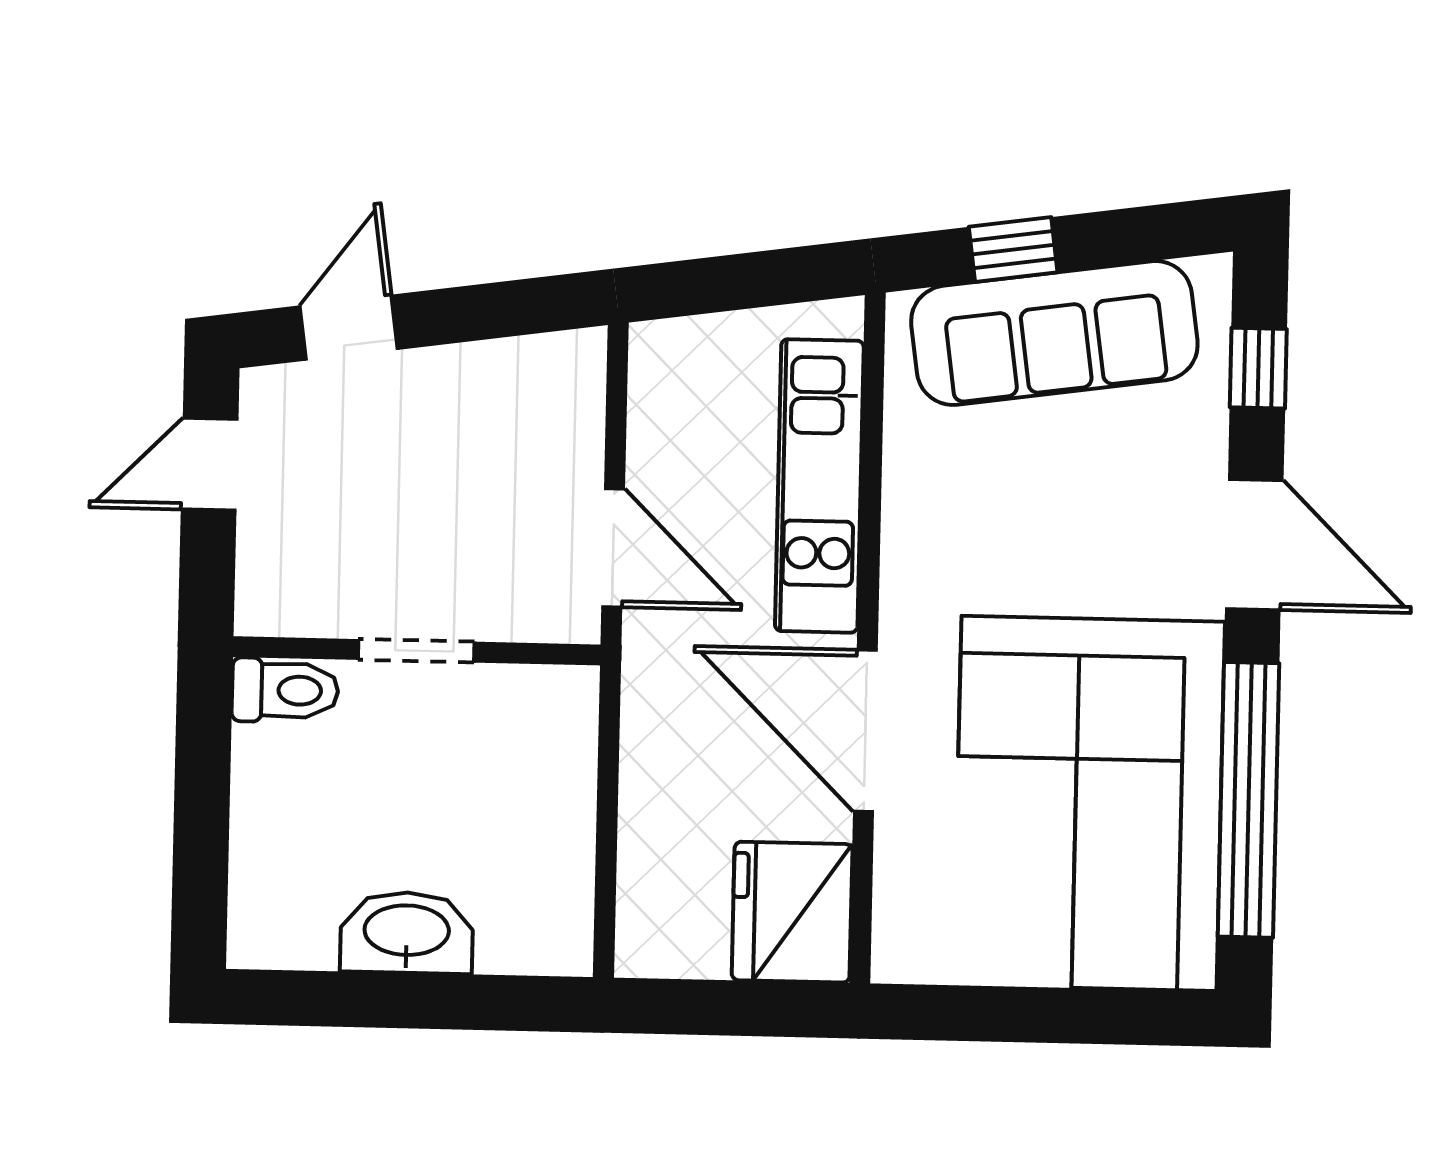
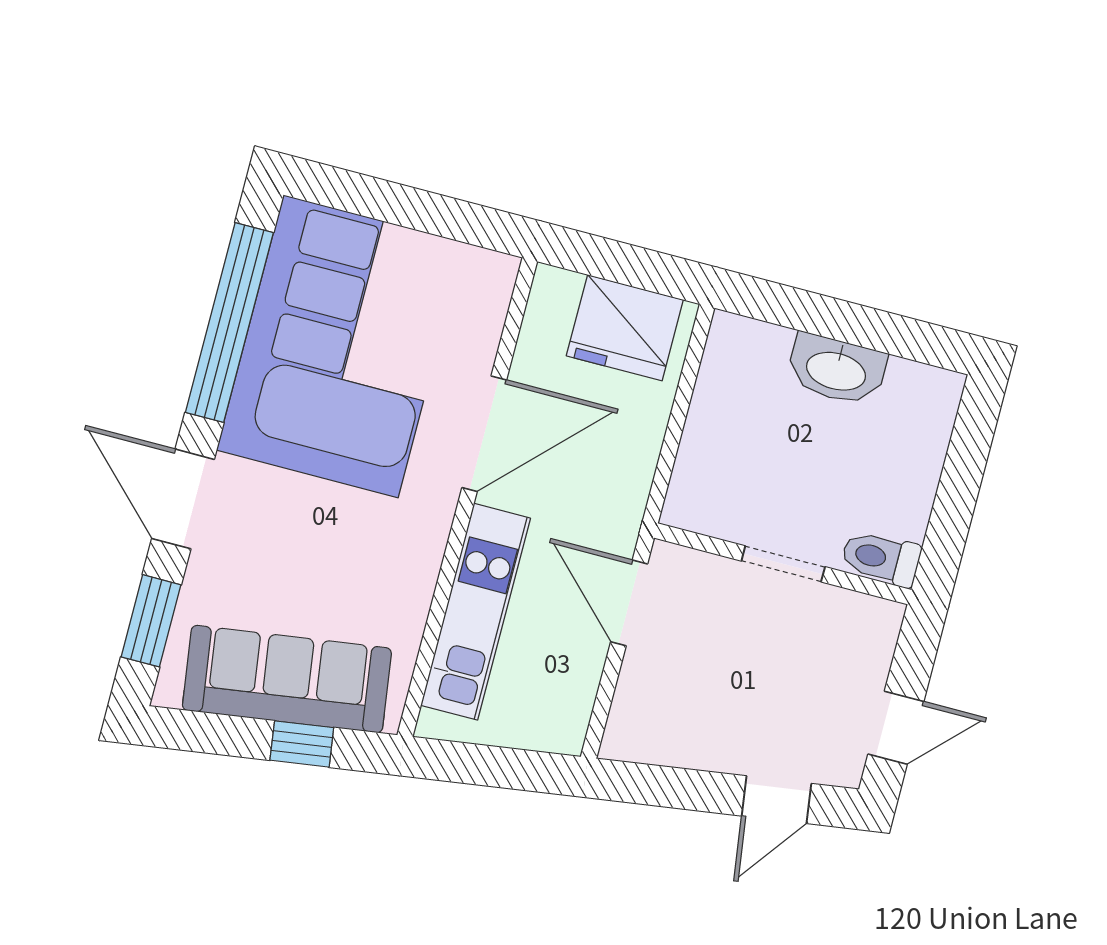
window: (1258, 368) -> (151, 621), width x1.50
door: (865, 731) -> (484, 434), hinge flipped
fridge: (792, 912) -> (625, 328), moved, turned 90

